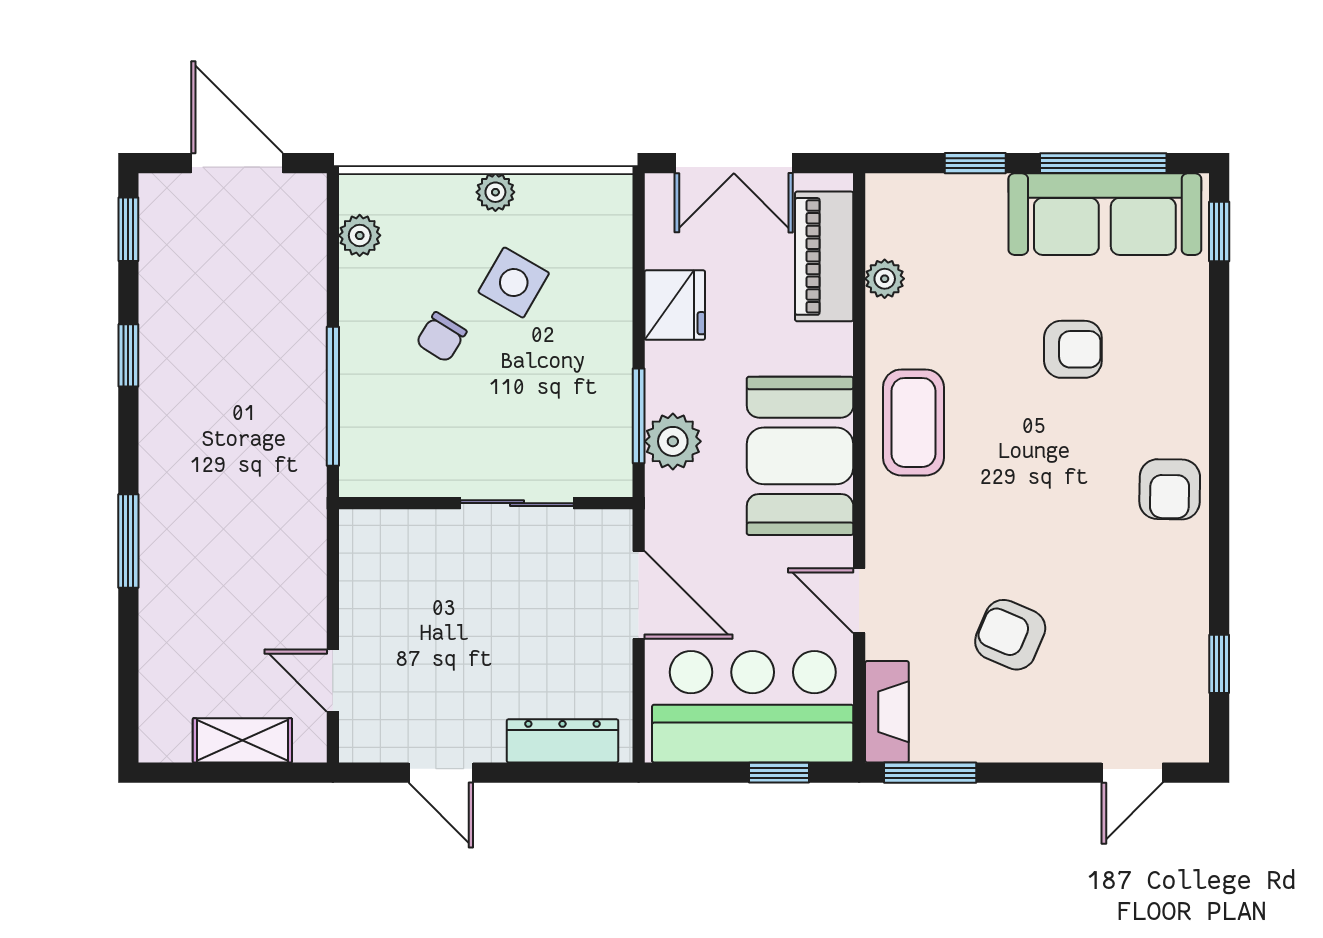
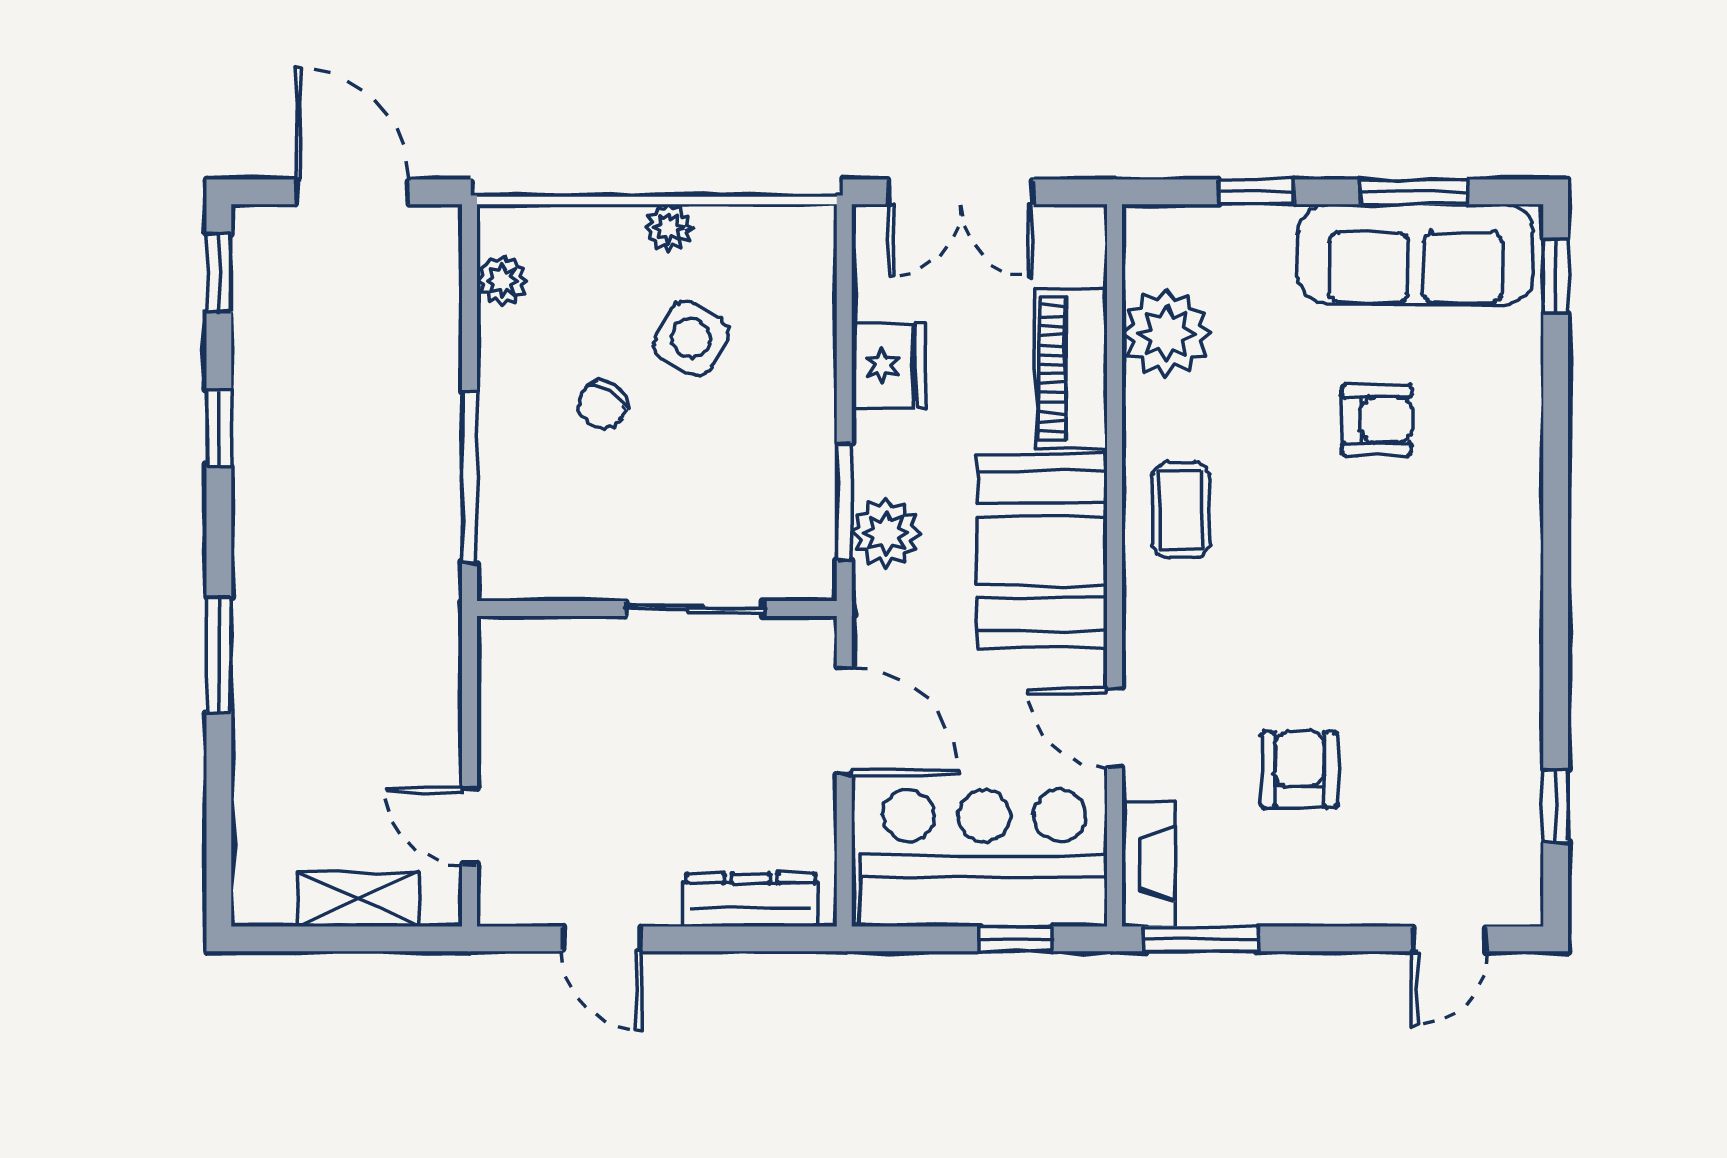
window: (1103, 163) -> (1414, 192), width x0.69
piano: (824, 256) -> (1071, 369), moved
plant: (885, 279) -> (1167, 334), width x1.87, depth x1.87
coffee table: (913, 422) -> (1181, 510), width x0.73, depth x0.77
armchair: (1170, 489) -> (1495, 592), removed
armchair: (1010, 635) -> (1300, 770), turned 67

